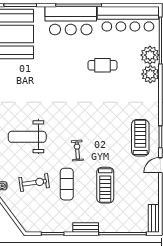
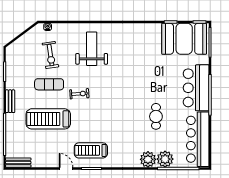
treadmill: (140, 138) -> (91, 150), turned 180
treadmill: (105, 185) -> (48, 119), width x1.37, depth x1.37

